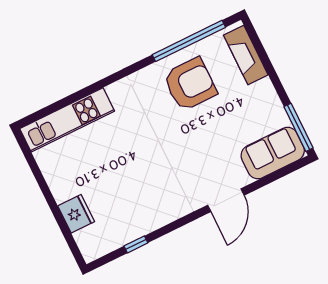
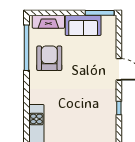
sofa: (273, 153) -> (83, 25), moved, turned -90
window: (136, 244) -> (119, 108), moved

